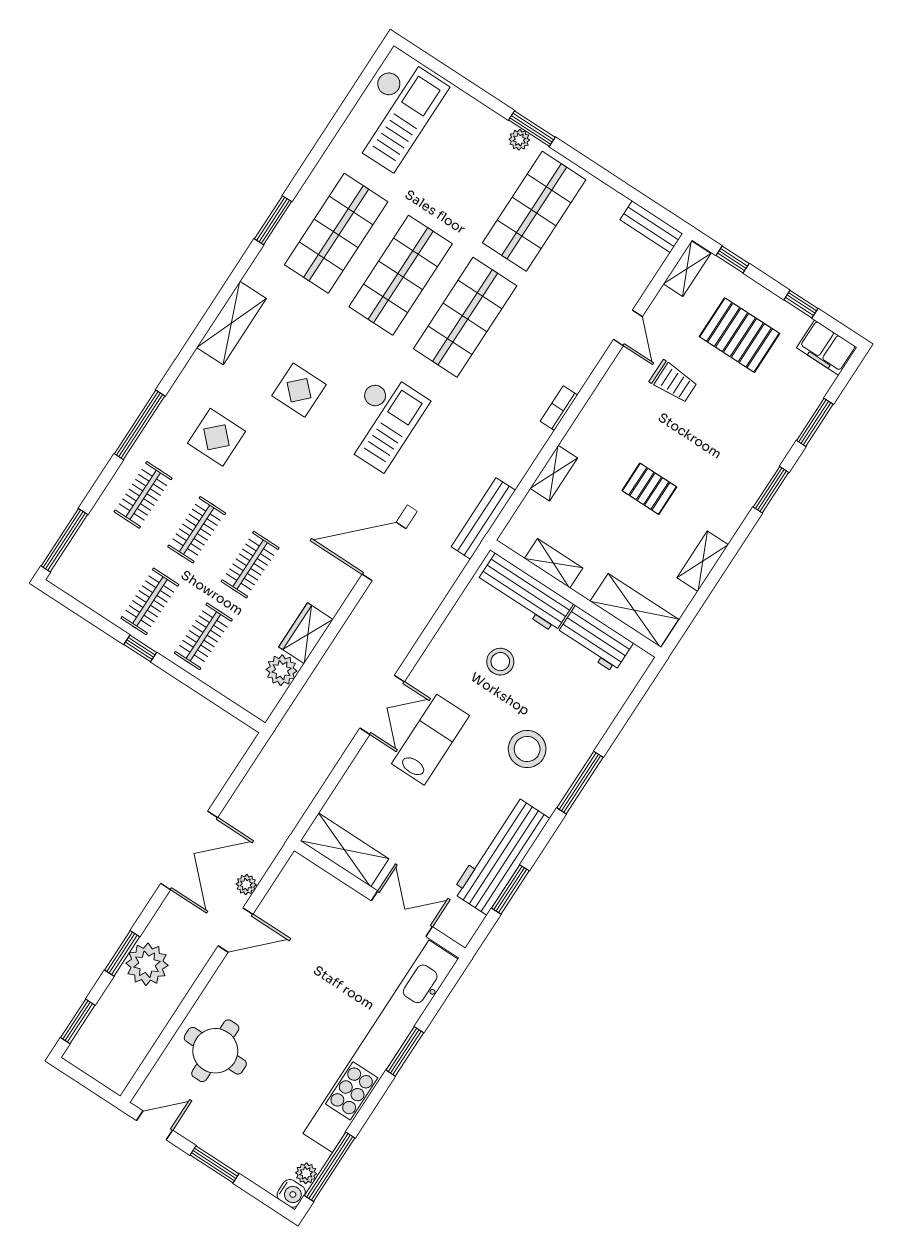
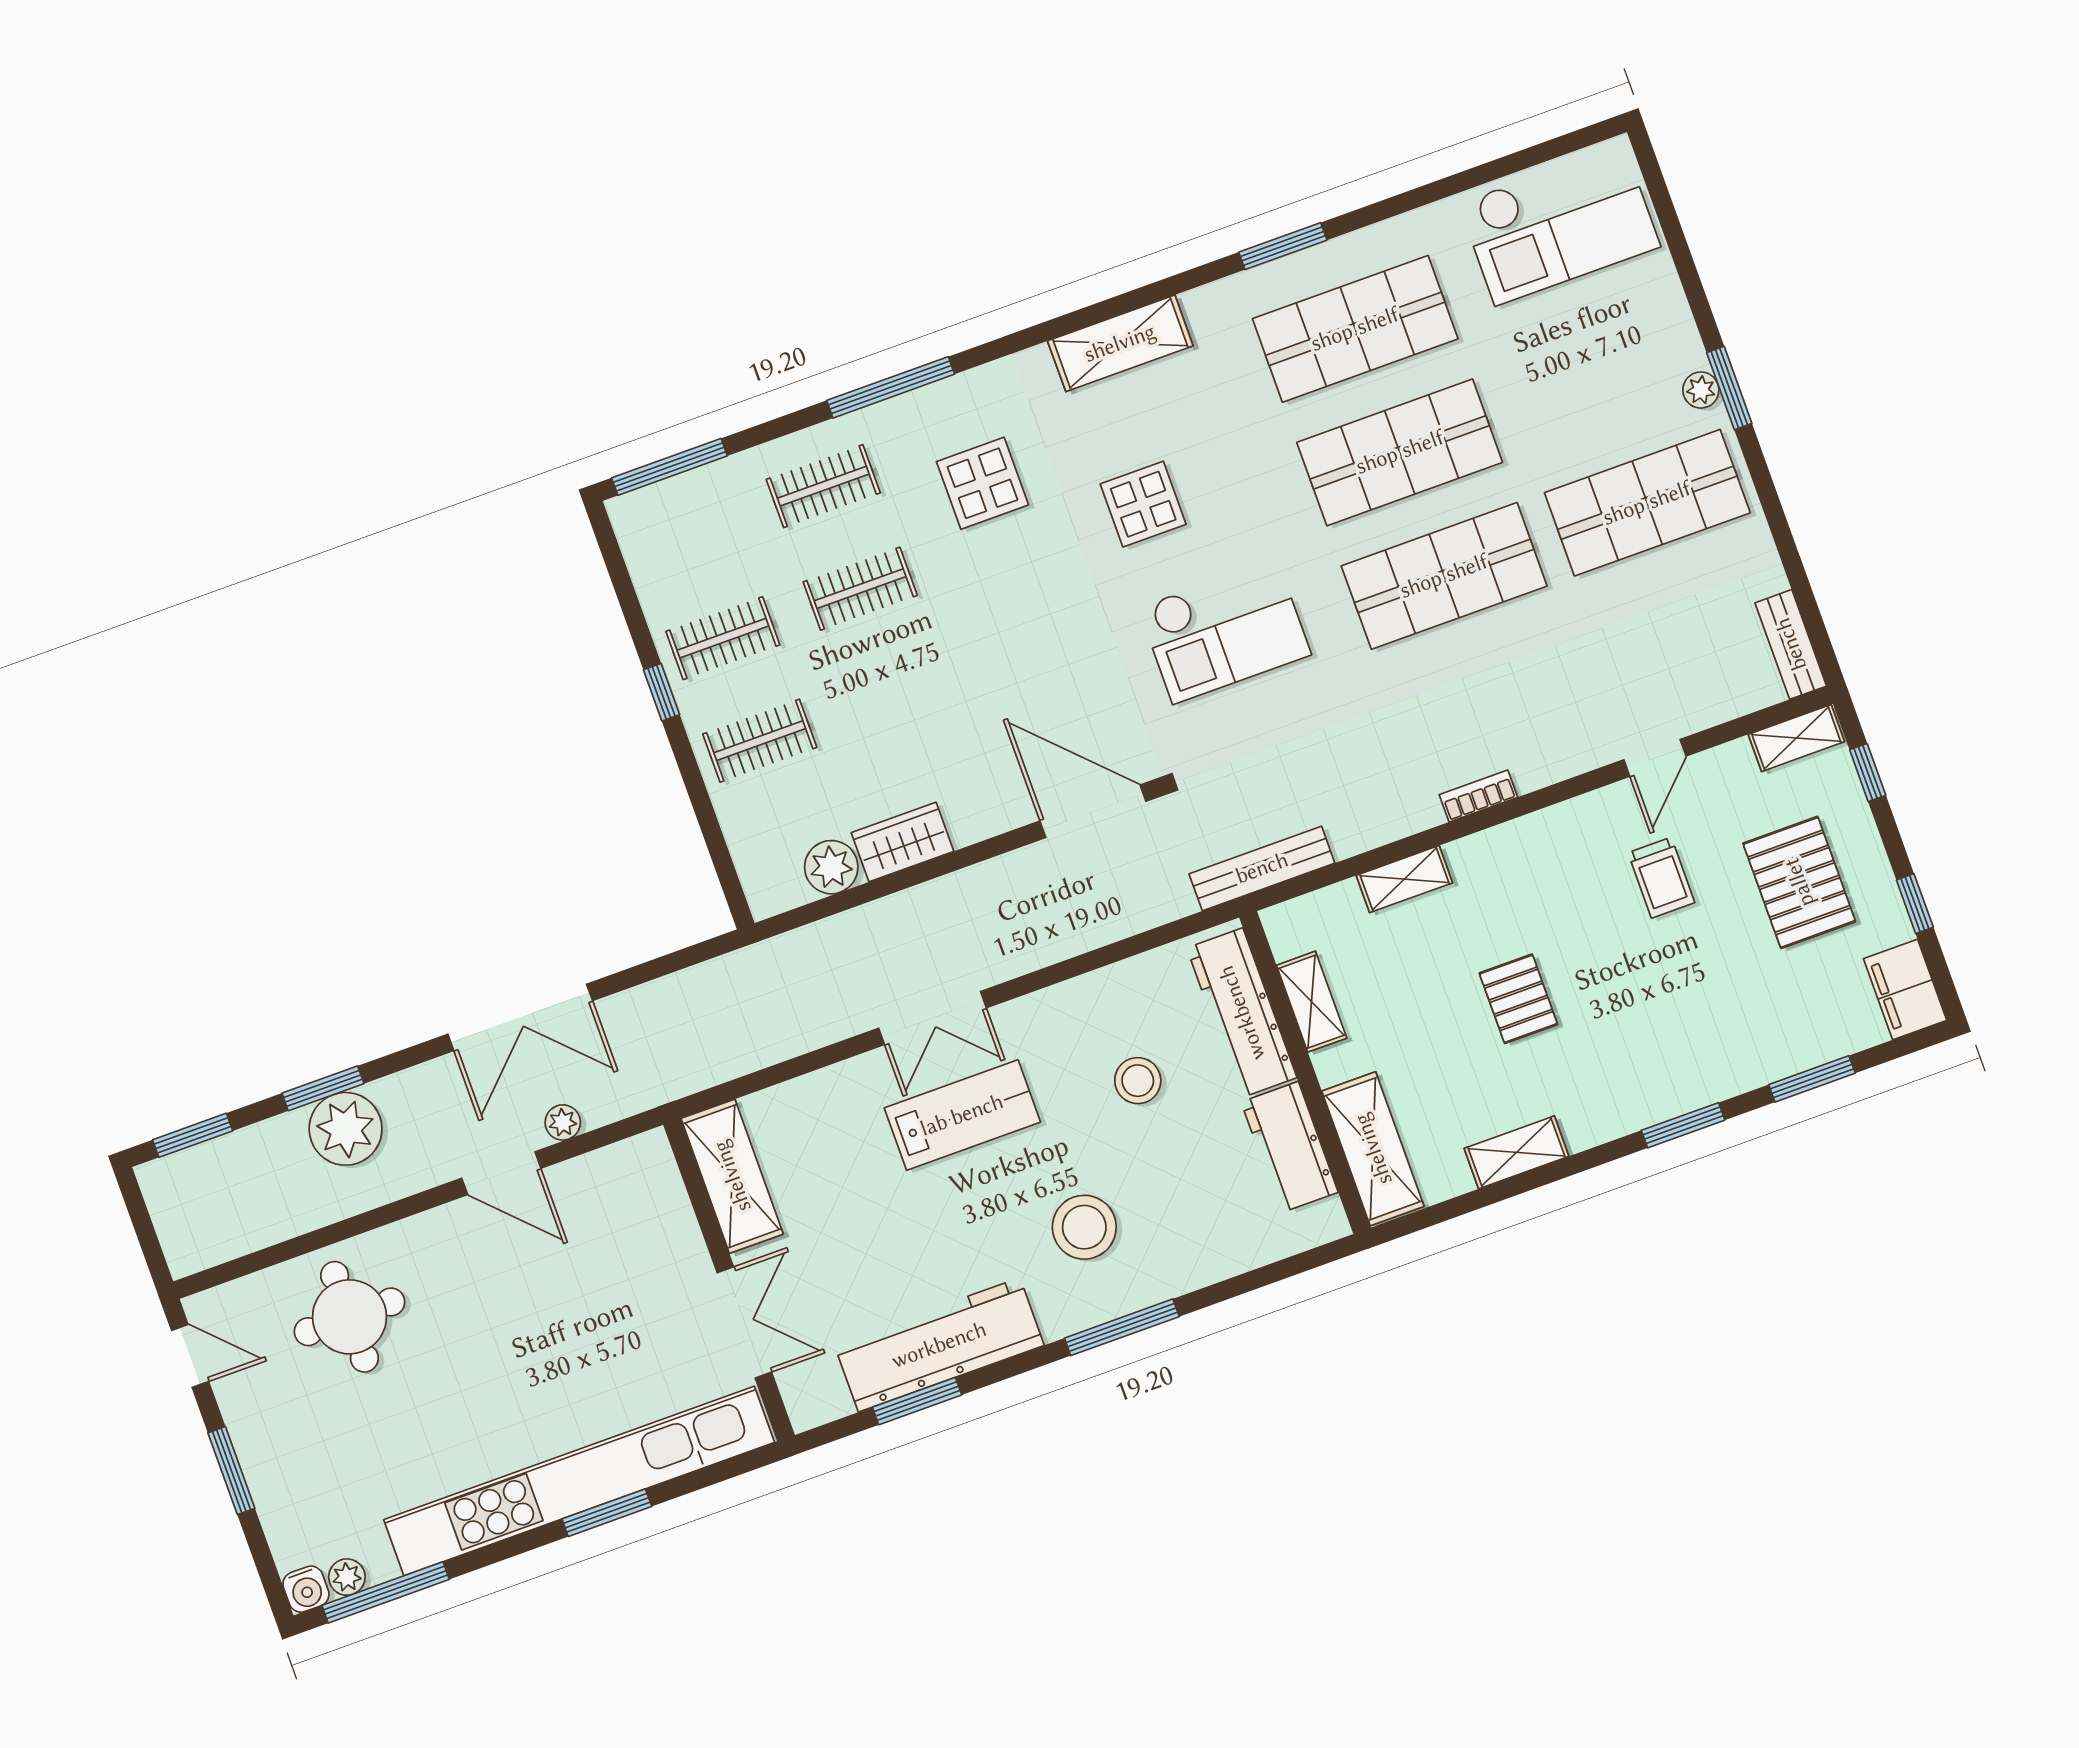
clothes rail: (250, 565) -> (897, 691), removed

